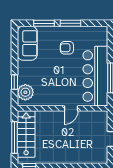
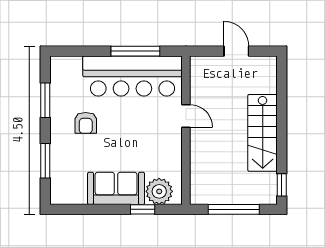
window: (71, 23) -> (45, 100), moved
sofa: (27, 43) -> (116, 188), moved
stairs: (26, 134) -> (263, 133), moved, turned -90

